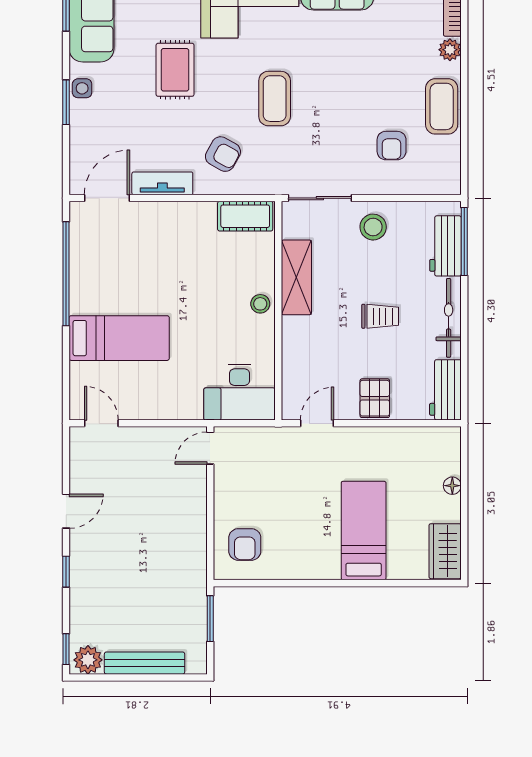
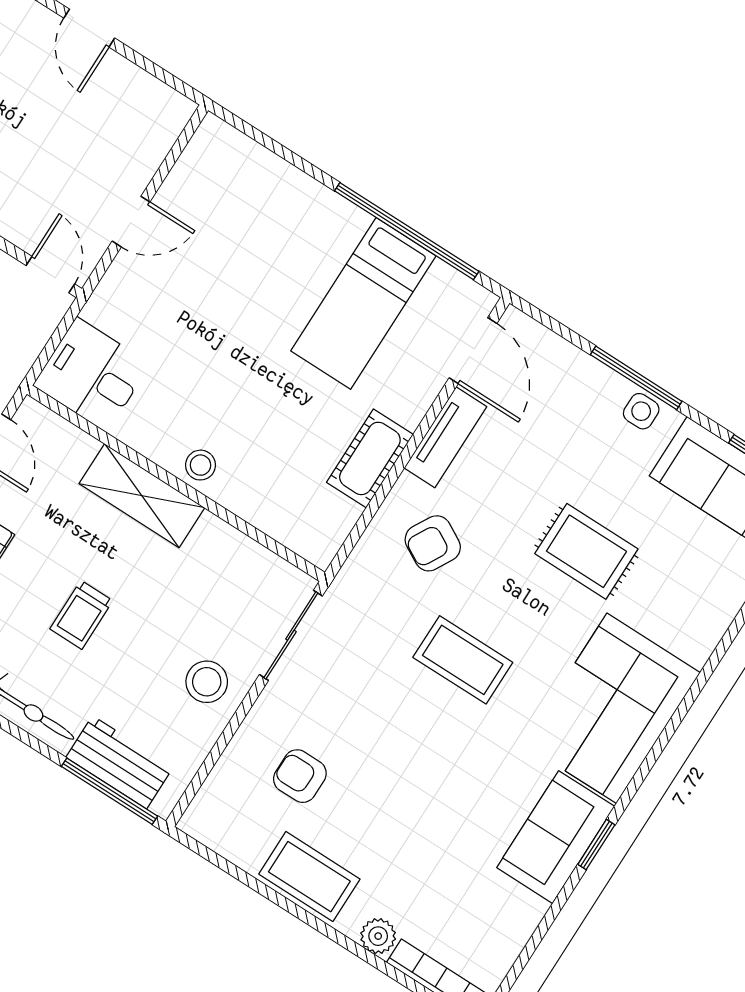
window: (66, 102) -> (636, 378), width x1.44
cot: (245, 216) -> (370, 458), moved
shelving: (296, 277) -> (142, 496), moved
bed: (119, 338) -> (363, 303), moved
desk: (239, 392) -> (92, 375), width x0.73
door: (101, 423) -> (131, 222), moved

